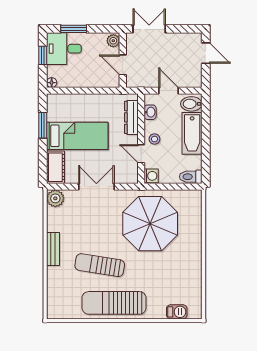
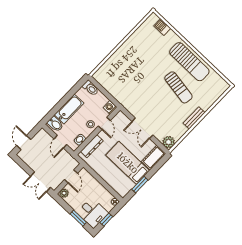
parasol: (150, 224) -> (133, 84), removed

